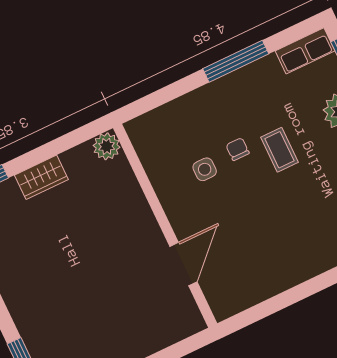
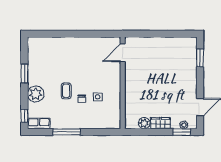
plant: (107, 146) -> (144, 123), moved
door: (183, 264) -> (123, 53), moved

